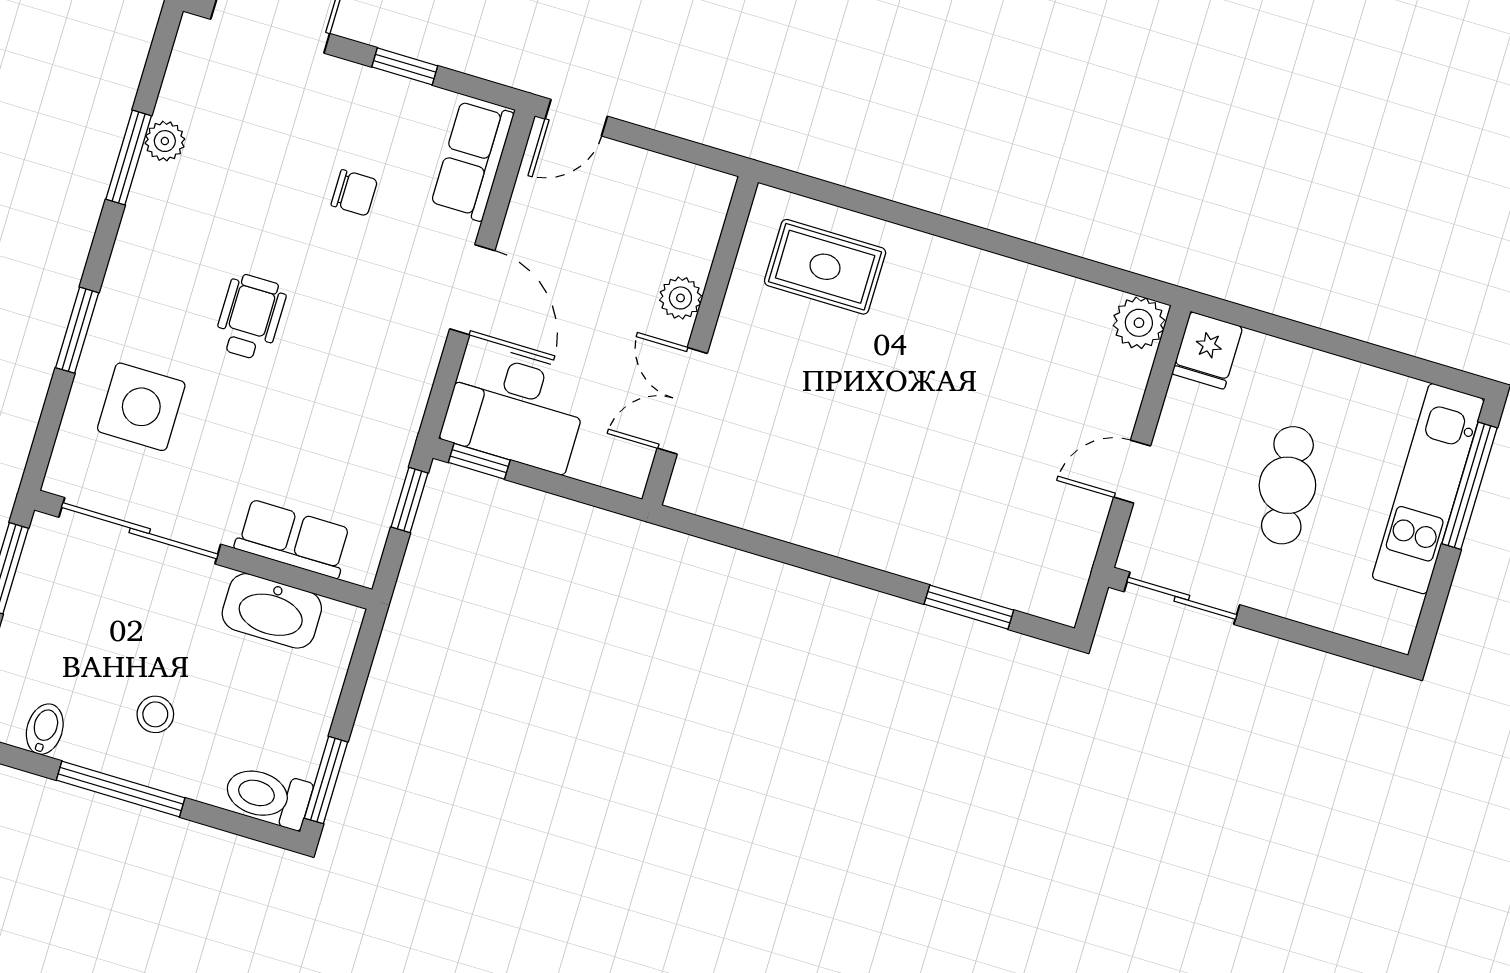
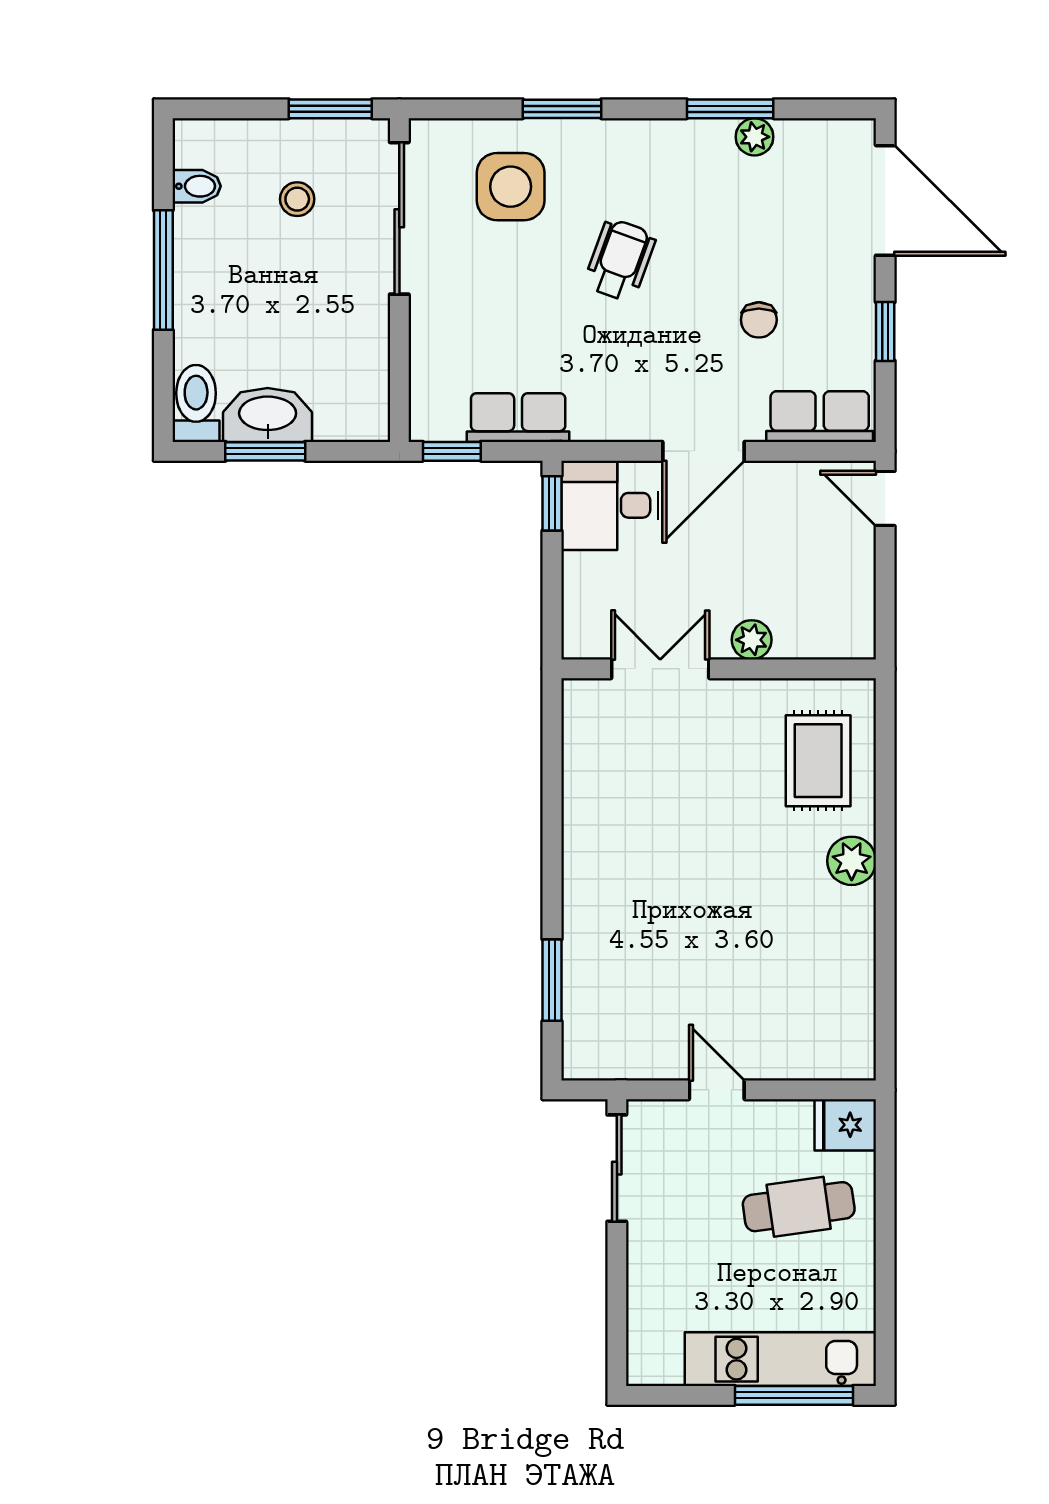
wheelchair: (250, 317) -> (620, 260), turned -70
plant: (1139, 323) -> (852, 861), moved
desk: (516, 408) -> (610, 505), width x0.73
cafe table: (1287, 485) -> (799, 1207), moved
window: (409, 500) -> (452, 451), moved
row of seats: (293, 539) -> (518, 418), moved, turned -90
washbasin: (272, 611) -> (268, 415), moved, turned 90
stool: (155, 714) -> (297, 199), moved
window: (326, 780) -> (265, 451), moved

